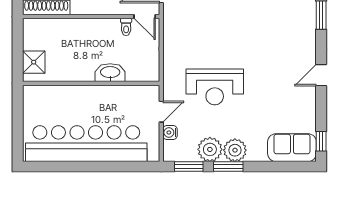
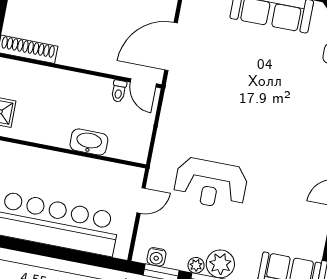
water cooler: (170, 132) -> (156, 257), moved, turned -90
plant: (210, 149) -> (196, 265), width x0.53, depth x0.53

